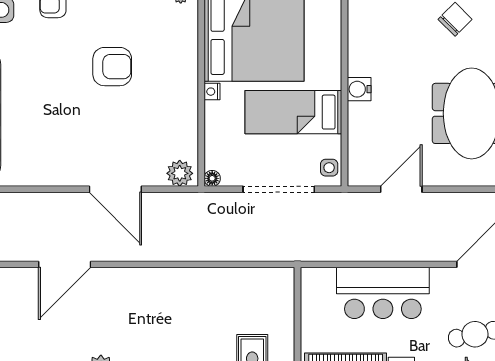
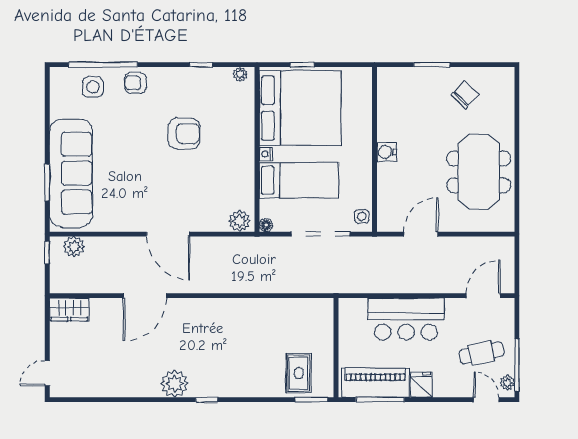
bed: (293, 112) -> (299, 180), moved, turned 180
door: (115, 189) -> (168, 234), moved

